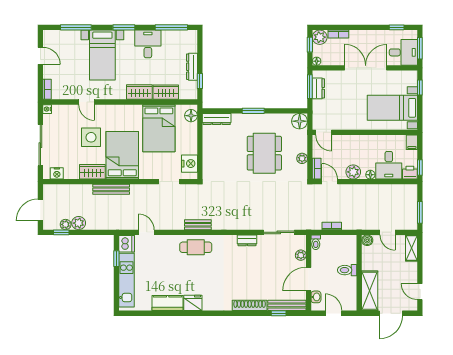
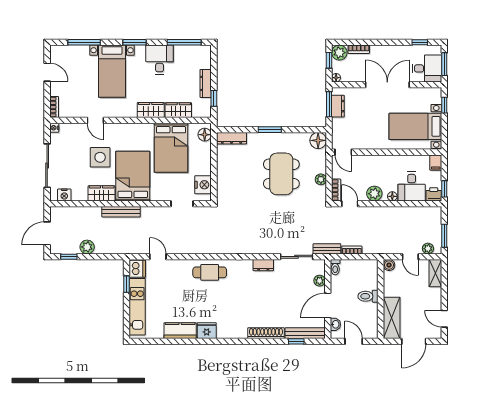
plant: (66, 224) -> (428, 249), moved
bench: (198, 225) -> (327, 249), moved

